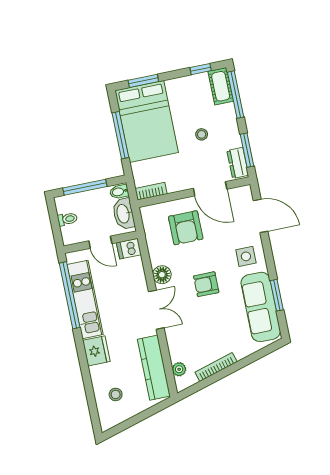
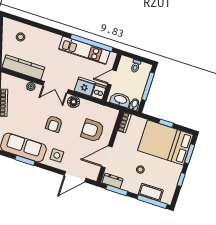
window: (201, 69) -> (181, 179), moved
cot: (221, 86) -> (151, 192), moved
window: (120, 135) -> (166, 123), width x0.46
armchair: (206, 284) -> (54, 124), turned 180
fridge: (96, 351) -> (85, 87), moved, turned 180
plant: (179, 369) -> (31, 86), moved

